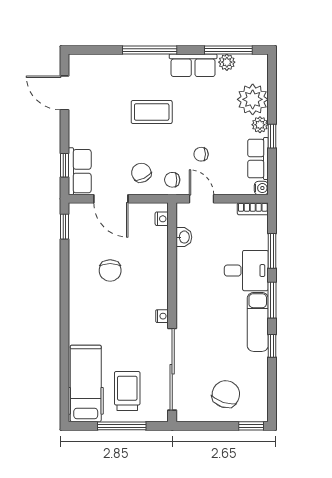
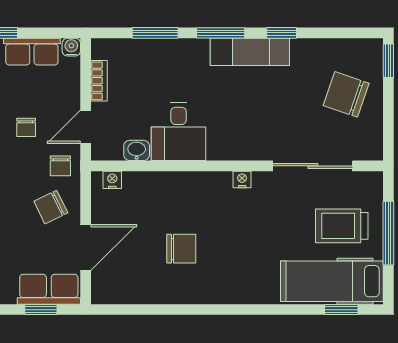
bookcase: (253, 209) -> (99, 81), moved
window: (64, 227) -> (341, 310), moved
desk: (246, 271) -> (179, 132), moved, turned 180
sliding door: (172, 369) -> (313, 166), width x0.73

